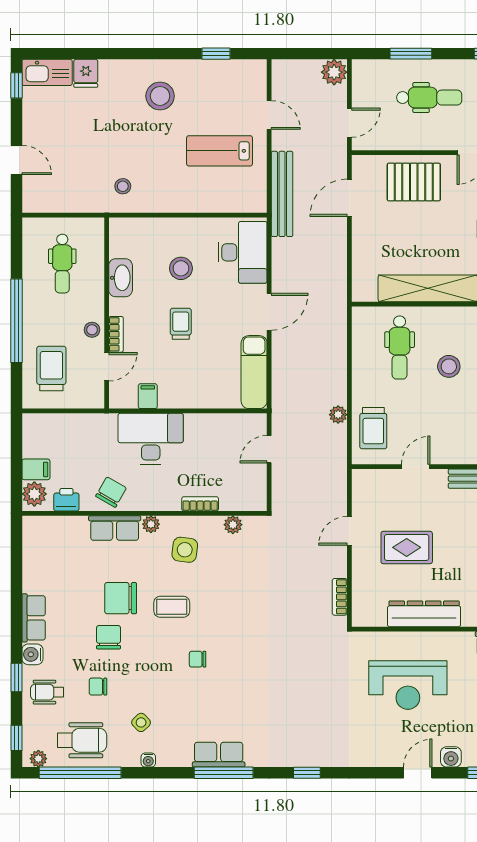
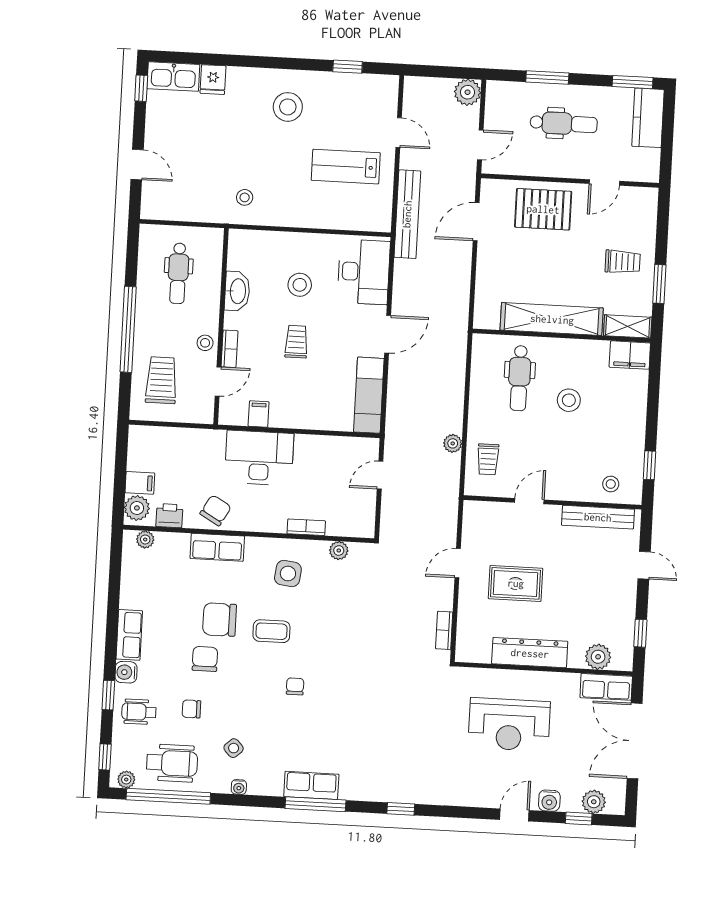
trolley: (373, 428) -> (488, 459), width x0.73, depth x0.72
plant: (151, 524) -> (145, 540), moved
chair: (198, 659) -> (295, 686), turned 90

